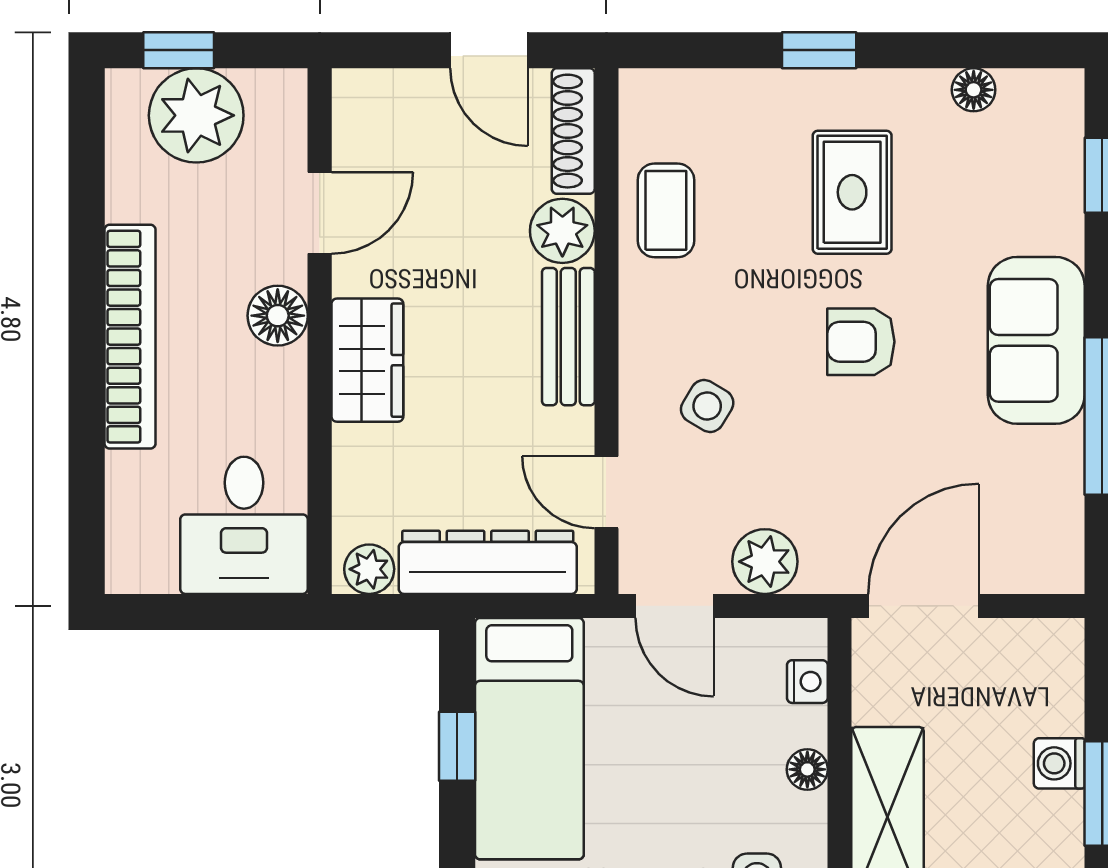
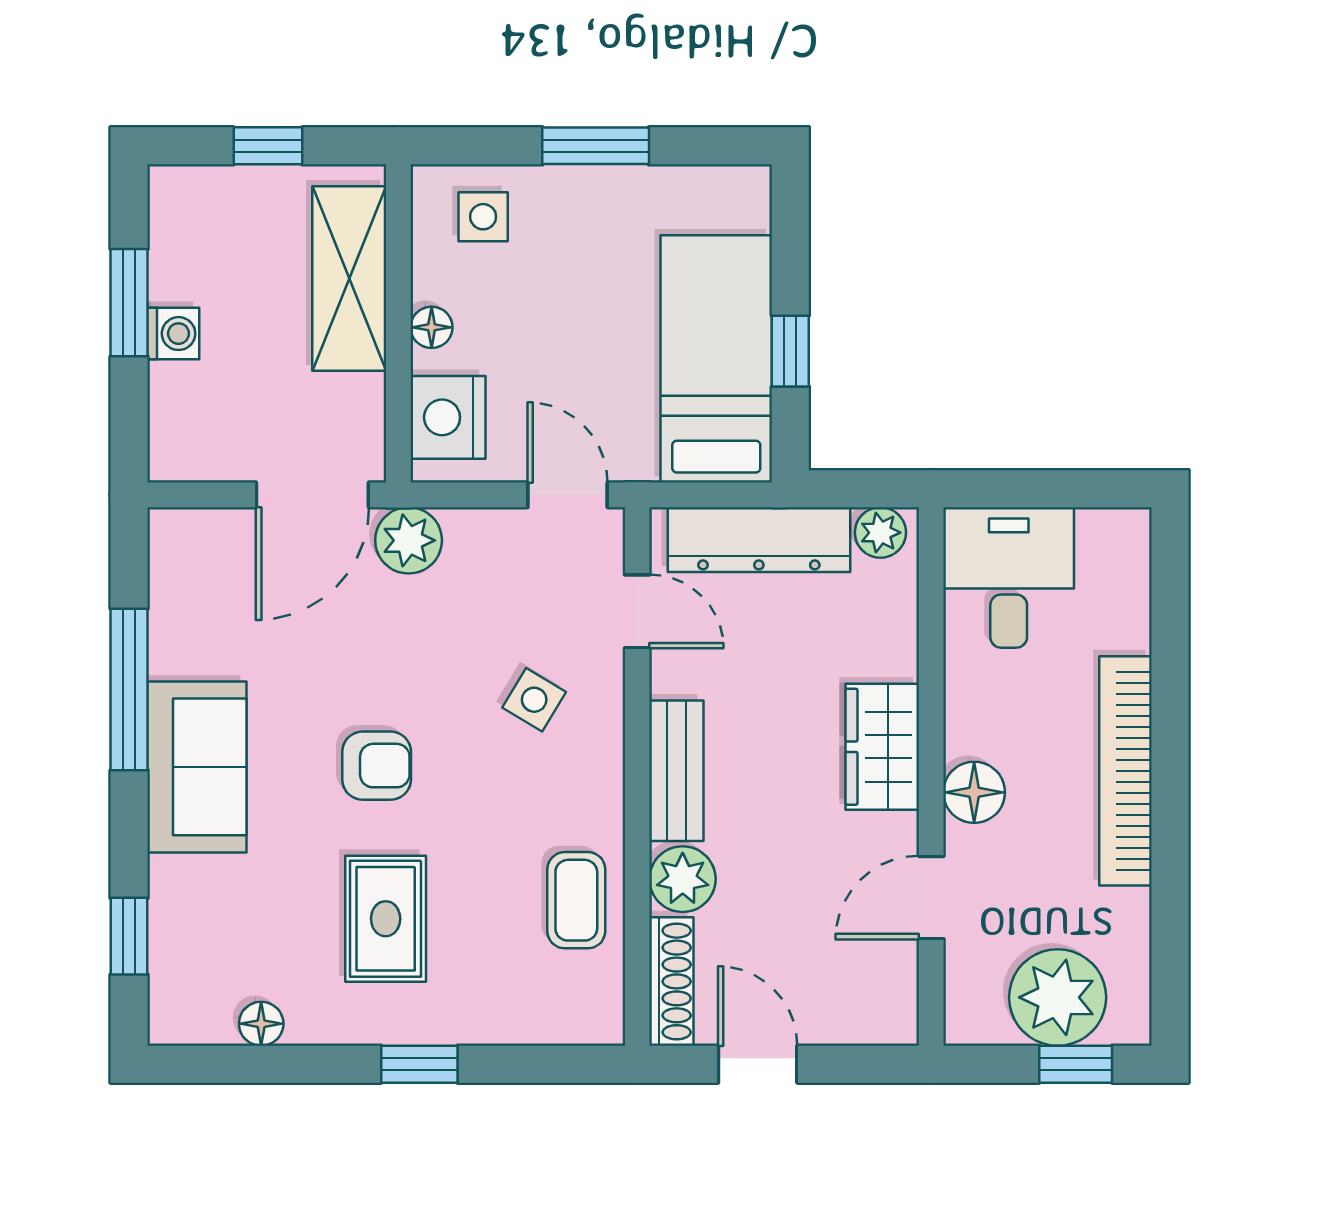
plant: (765, 562) -> (409, 540), moved
nightstand: (807, 682) -> (448, 417), width x1.89, depth x1.79

